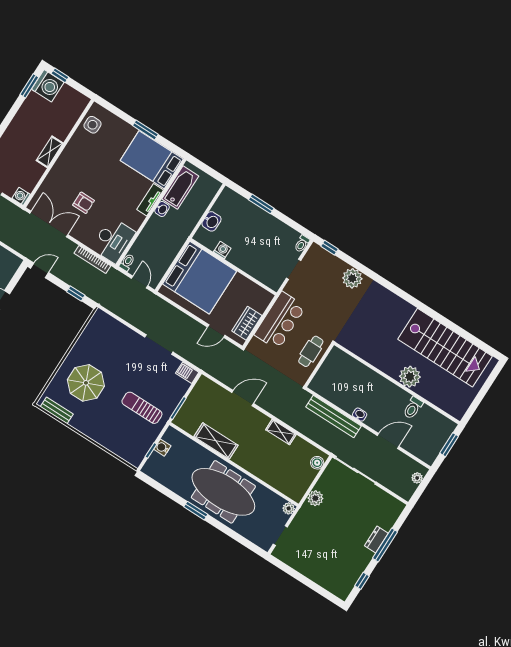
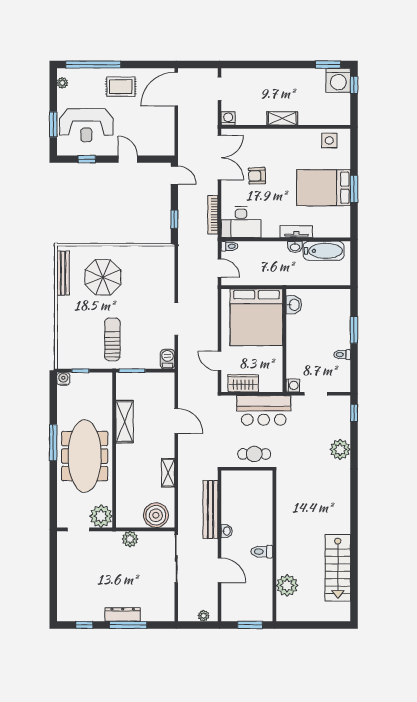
bed: (152, 160) -> (324, 188), moved, turned -90
armchair: (84, 203) -> (257, 176), turned 88
washbasin: (211, 221) -> (294, 305), moved, turned -90
toilet: (302, 244) -> (342, 355), moved
washing machine: (222, 250) -> (293, 385), moved
door: (140, 282) -> (220, 268), hinge flipped
stairs: (445, 348) -> (338, 568), width x0.73, depth x0.66
plant: (410, 377) -> (287, 585), moved
toilet: (413, 408) -> (262, 552), moved
bench: (57, 410) -> (63, 273), width x1.36
water cooler: (162, 448) -> (63, 379), moved
boiler: (317, 463) -> (156, 515), width x1.86, depth x1.86
plant: (289, 508) -> (101, 516), width x1.87, depth x1.87
window: (196, 511) -> (53, 443), width x1.44
dresser: (376, 540) -> (123, 614), width x1.44

